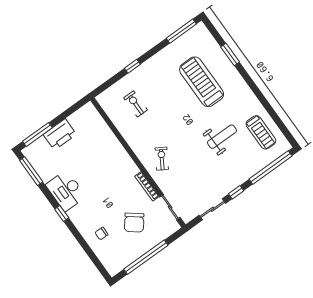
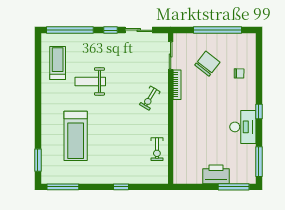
window: (230, 55) -> (38, 160), moved
exercise bike: (136, 104) -> (157, 149), moved

